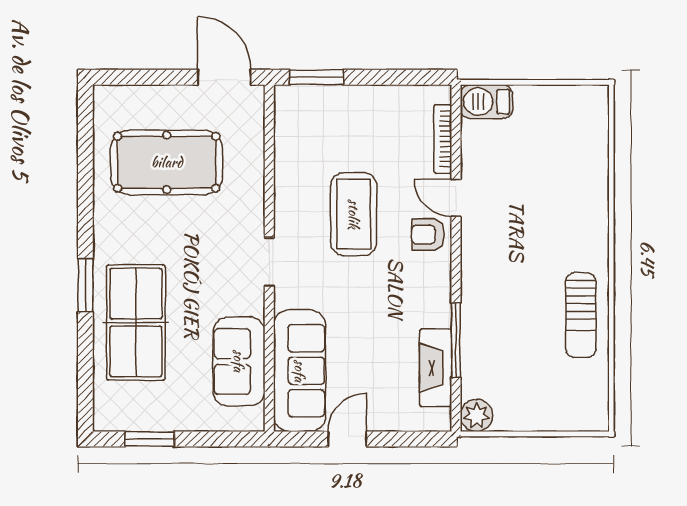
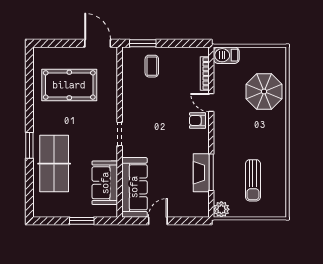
parasol: (563, 176) -> (264, 92), added
coffee table: (354, 214) -> (152, 66), moved, width x0.54, depth x0.58
sun lounger: (581, 315) -> (253, 180), moved
fireplace: (436, 368) -> (201, 173), moved
window: (150, 439) -> (82, 221), moved

